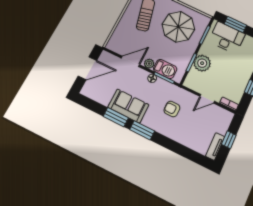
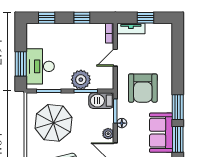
barbecue: (165, 69) -> (101, 101), moved, turned -90
door: (207, 99) -> (115, 58), swing flipped
armchair: (172, 109) -> (143, 88), width x1.88, depth x1.88
tv unit: (215, 146) -> (131, 28), moved

